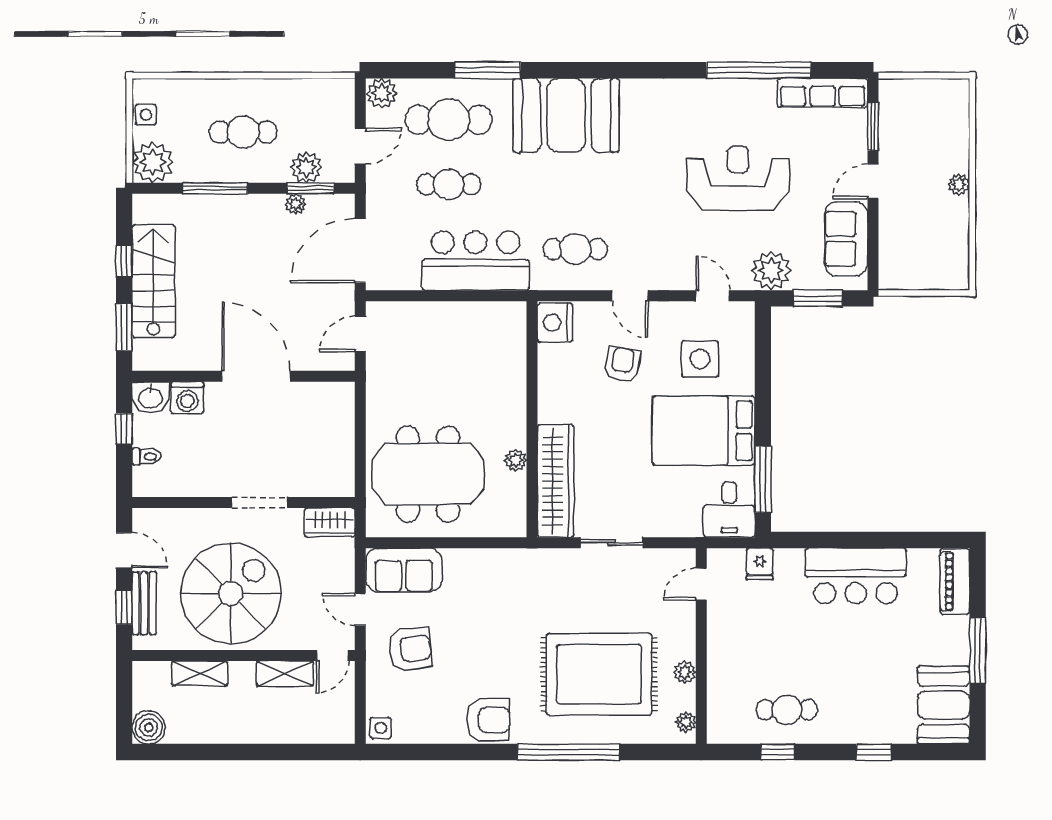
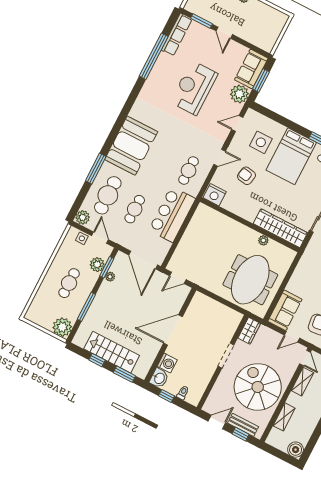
side table: (146, 115) -> (82, 238), moved
sofa: (846, 239) -> (251, 69), moved, turned 90
door: (360, 334) -> (178, 278), hinge flipped

